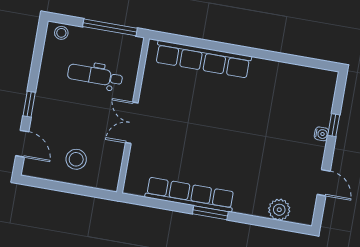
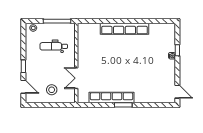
row of seats: (203, 59) -> (125, 29), moved
double door: (132, 123) -> (76, 78), moved
door: (324, 183) -> (177, 92), moved
plant: (279, 210) -> (157, 97), removed

